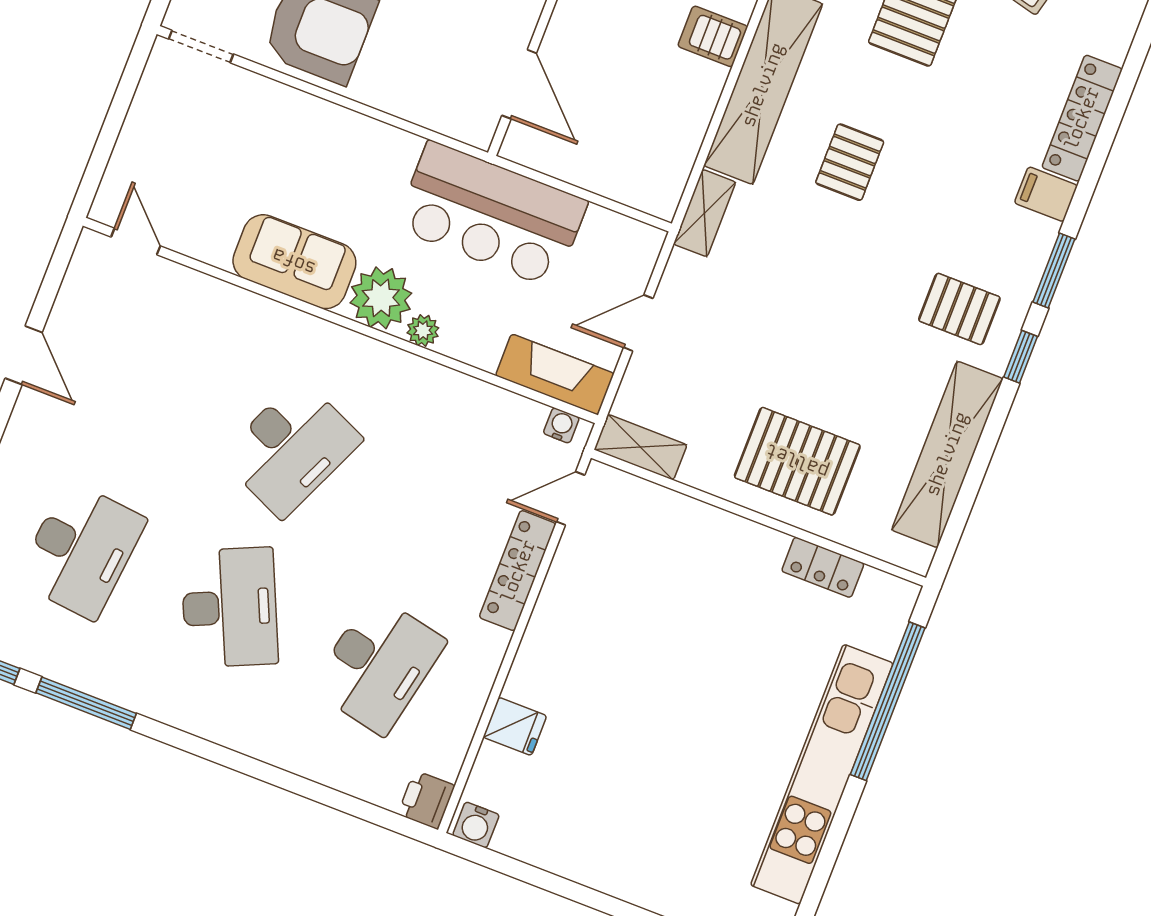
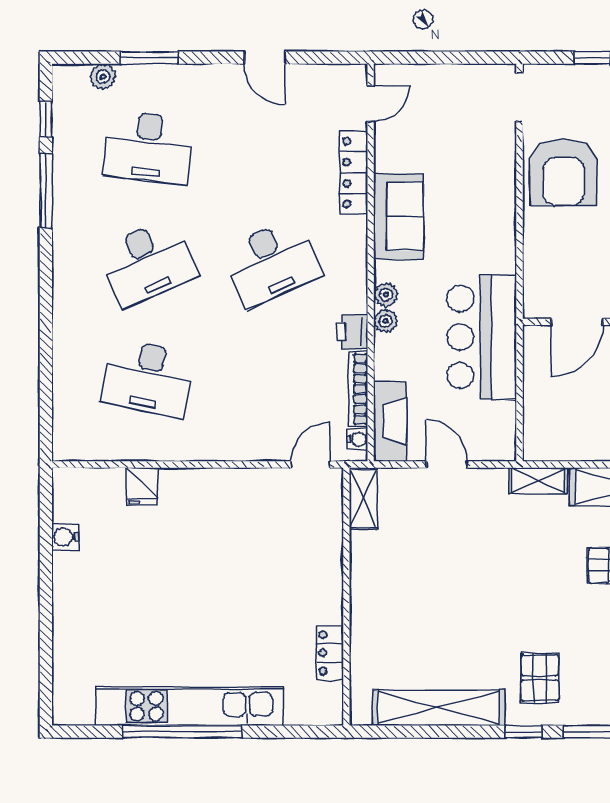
plant: (381, 298) -> (386, 295), width x0.53, depth x0.53
door: (24, 355) -> (265, 58), hinge flipped
bookcase: (497, 400) -> (358, 389), added
desk: (291, 448) -> (272, 263), turned -48
pallet: (797, 461) -> (395, 608), removed
door: (571, 498) -> (310, 464), hinge flipped
locker: (518, 571) -> (354, 173), moved, turned -90
window: (888, 701) -> (182, 732), moved
printer: (426, 800) -> (352, 332), moved, turned -90
water cooler: (476, 825) -> (65, 537), moved

